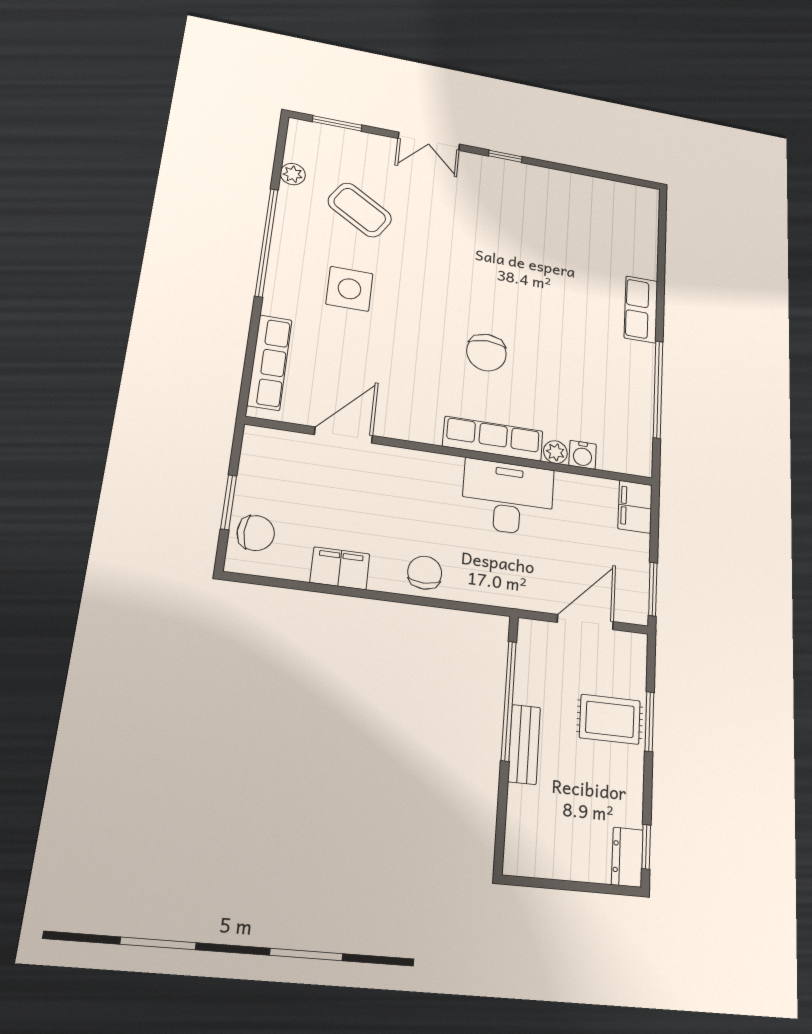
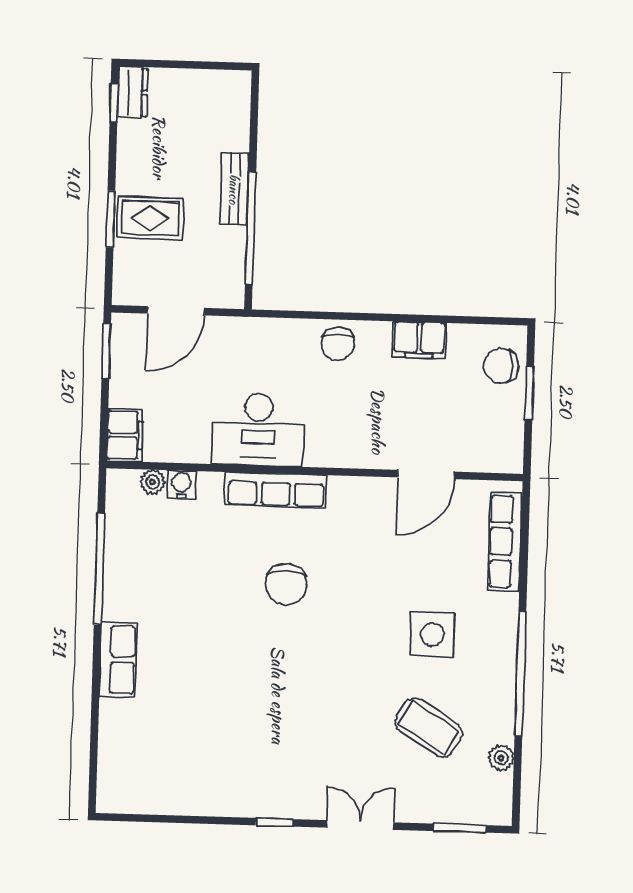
chair: (486, 352) -> (286, 584), turned 180
plant: (555, 452) -> (153, 482), moved

